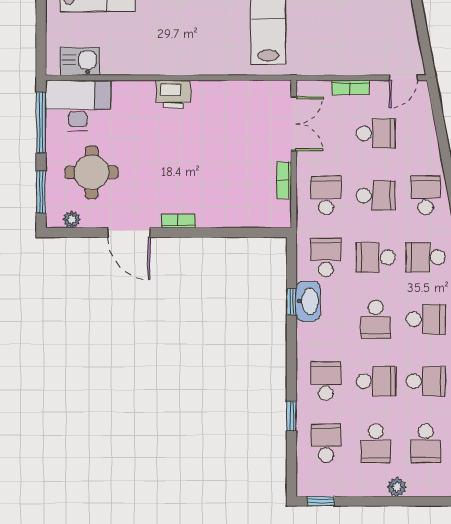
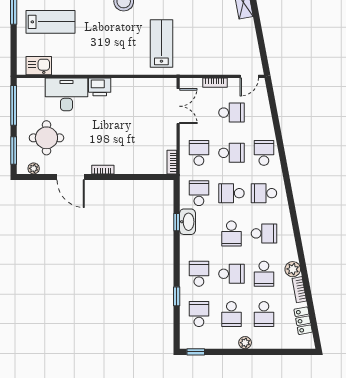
desk: (78, 105) -> (66, 94), moved
bookcase: (284, 180) -> (172, 162), moved
school desk: (426, 381) -> (264, 274), turned 90

